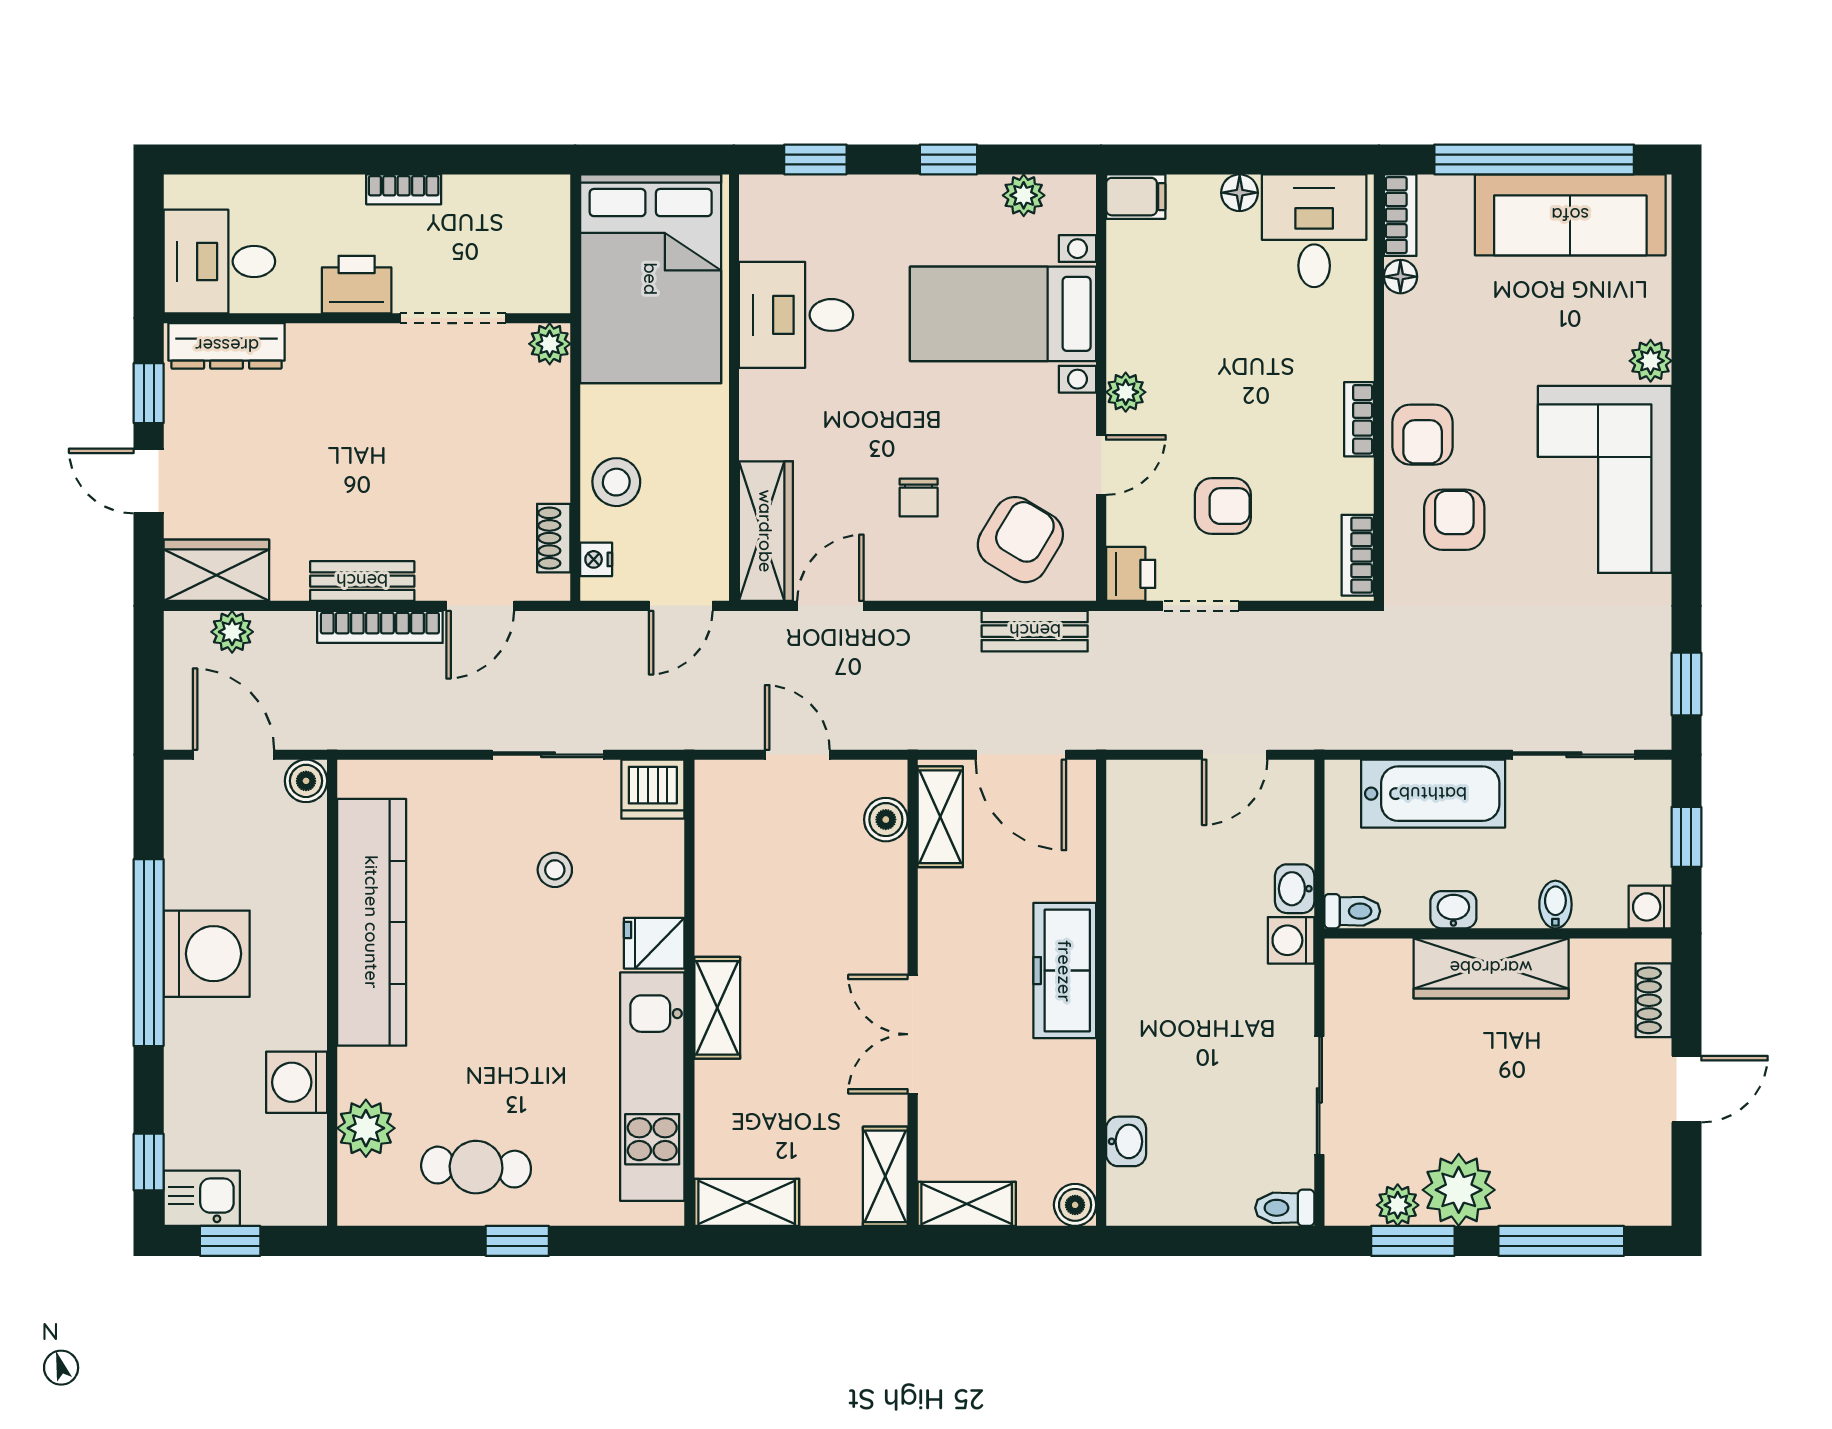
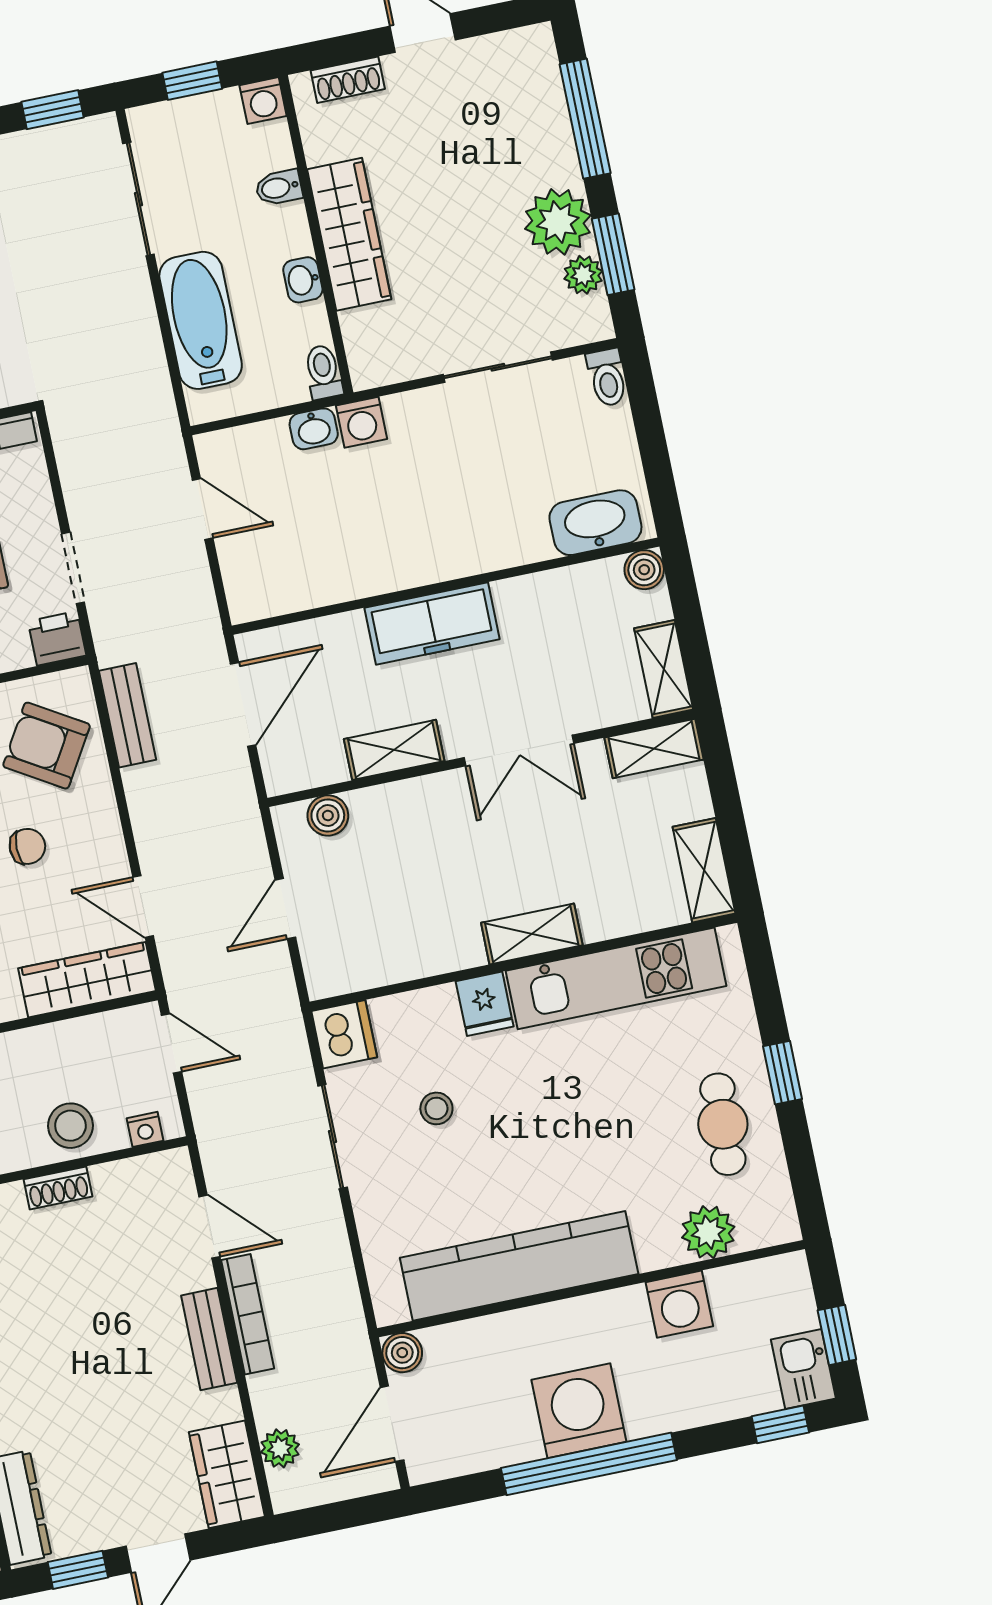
shoe rack: (554, 538) -> (58, 1188), moved
shelving: (940, 817) -> (394, 750), moved
washbasin: (1126, 1141) -> (595, 523), width x1.91, depth x1.45

